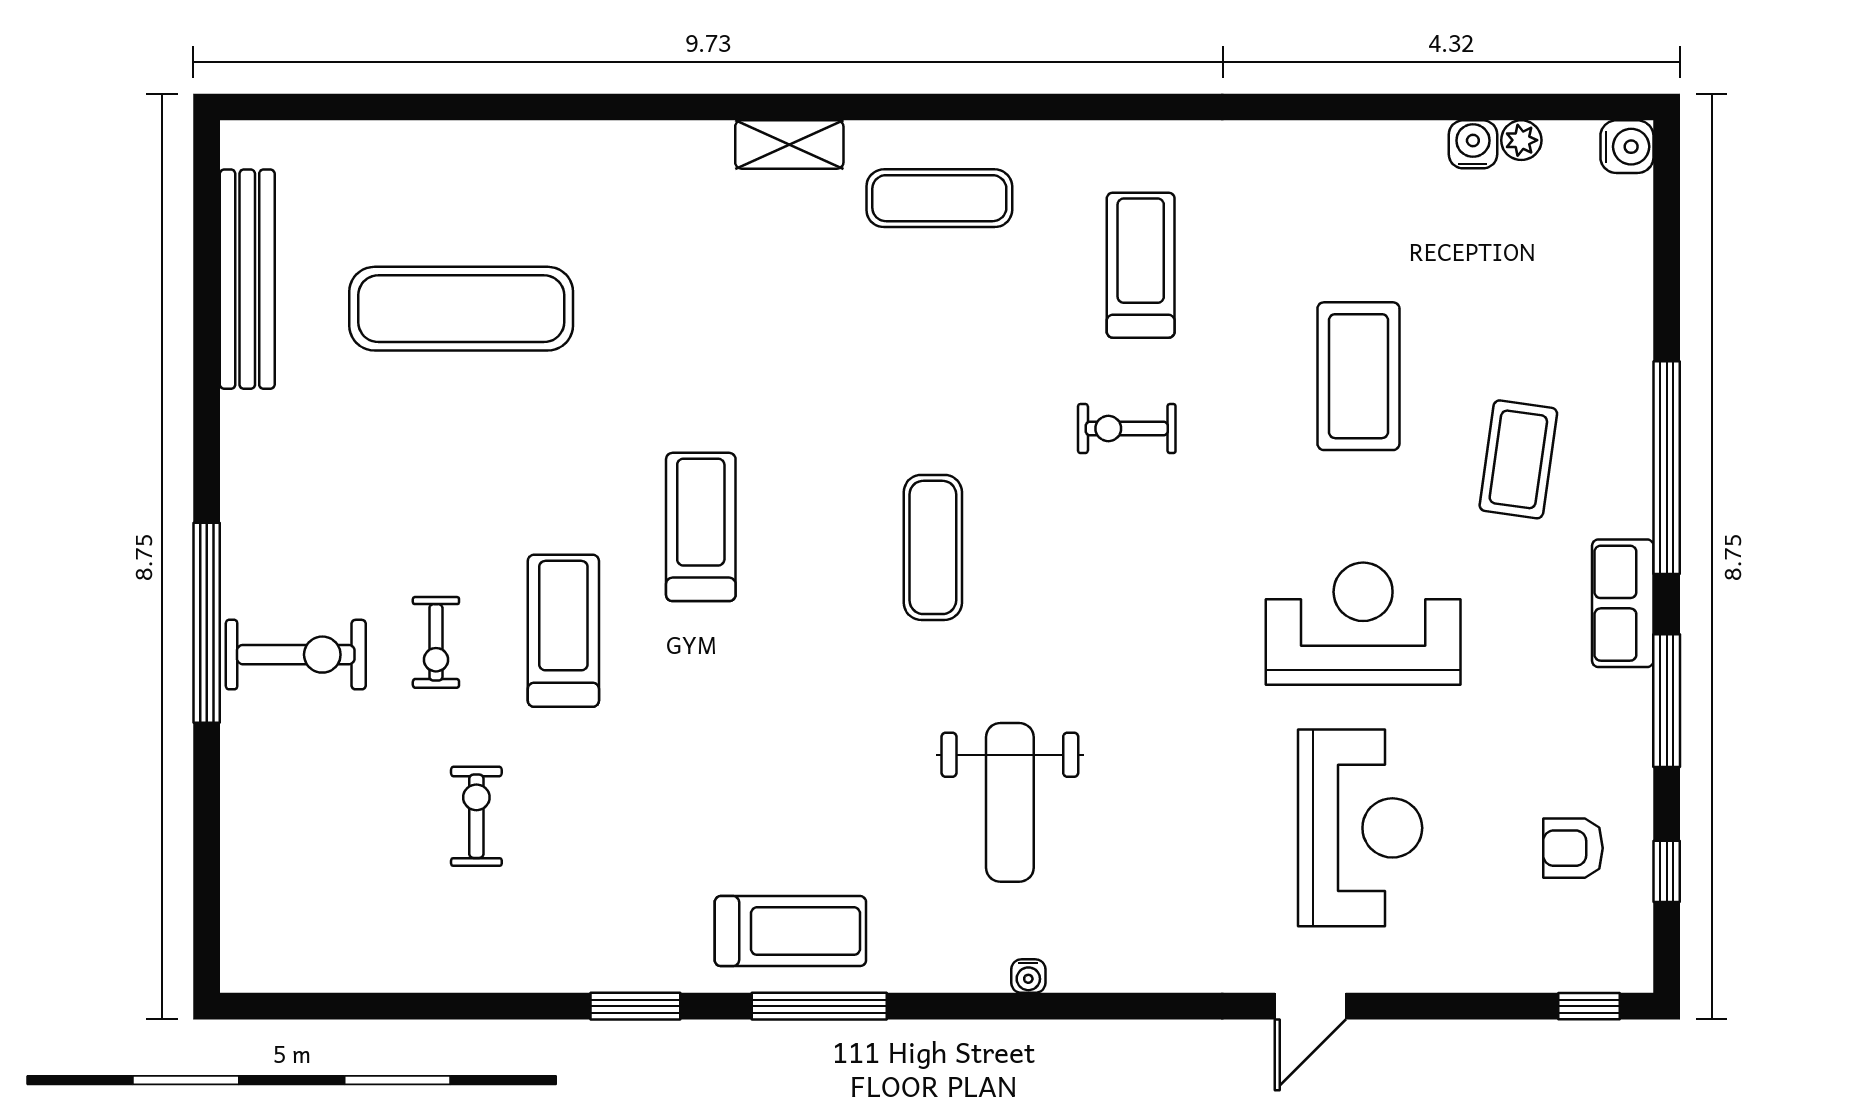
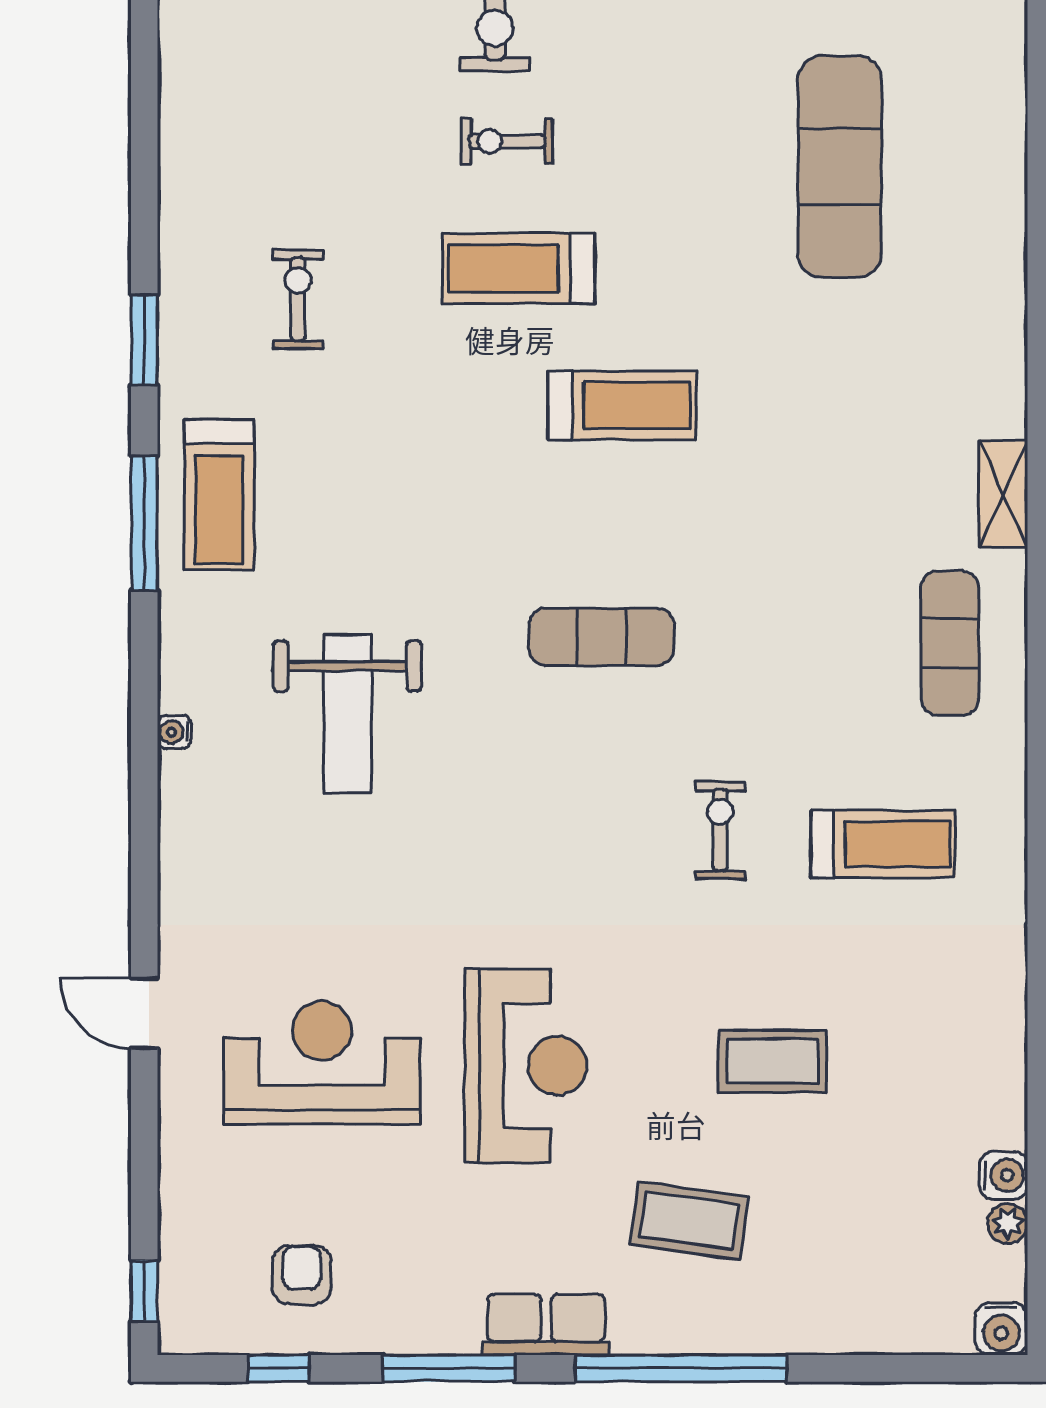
coffee table: (1358, 376) -> (772, 1061), width x0.73, depth x0.76
treadmill: (563, 631) -> (519, 268), turned 180
weight bench: (1010, 802) -> (347, 714), turned -90
exercise bike: (476, 816) -> (298, 299), moved, turned -90
reception desk: (1360, 828) -> (322, 1063), turned 180

